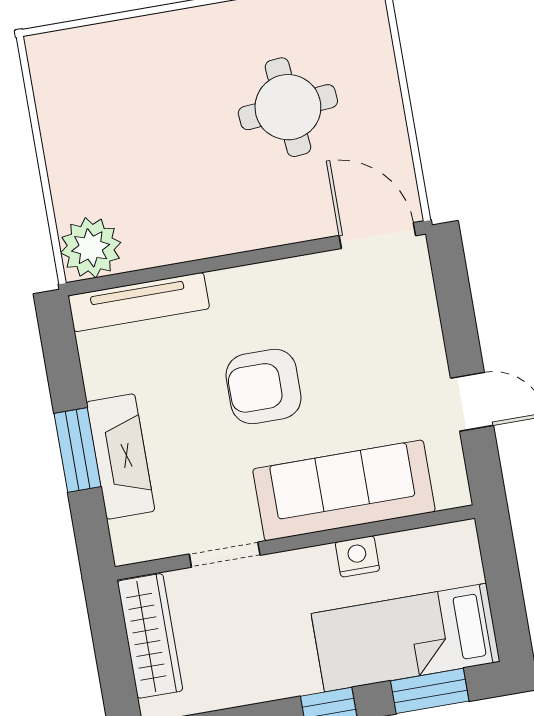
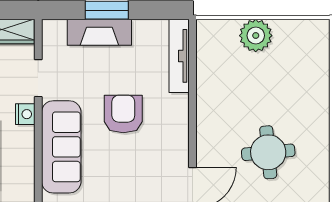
plant: (91, 248) -> (256, 36), moved
nightstand: (357, 556) -> (25, 114), moved

